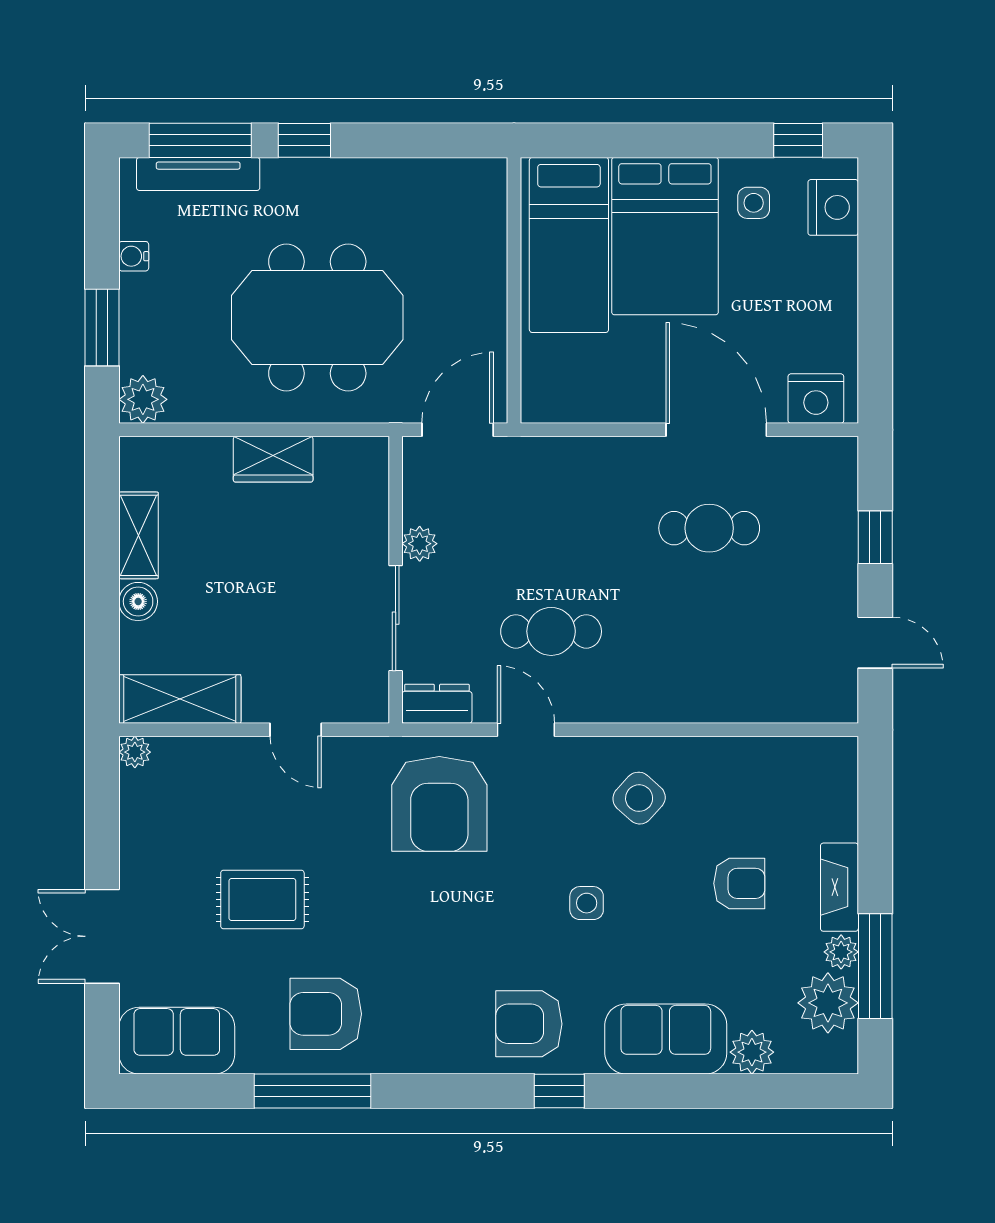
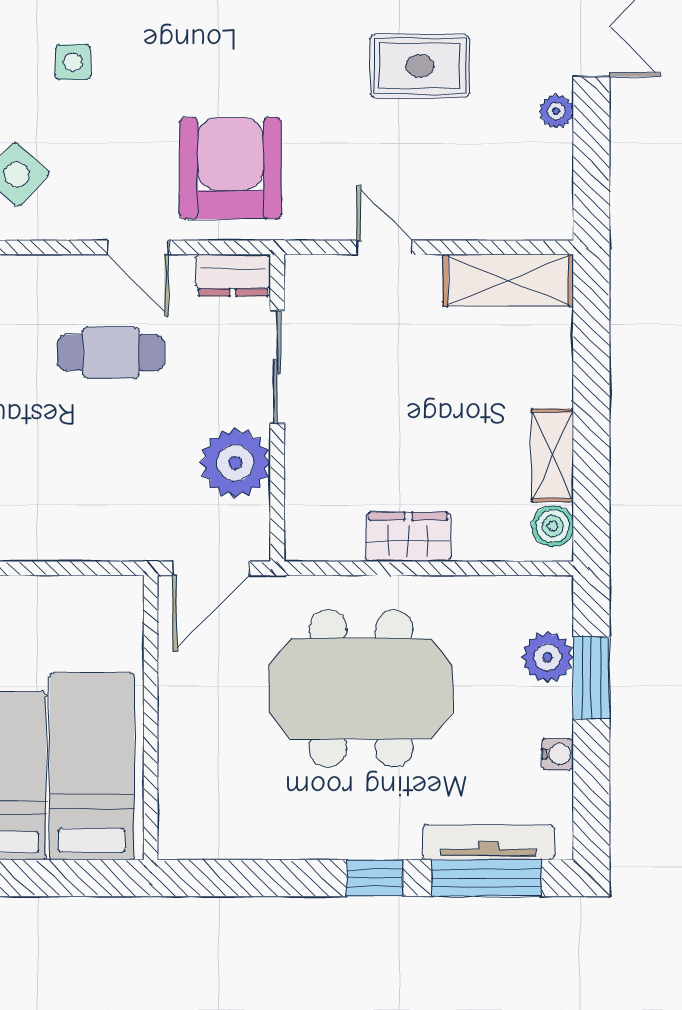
plant: (143, 399) -> (548, 657), moved
plant: (420, 544) -> (235, 463), width x1.88, depth x1.88
boiler: (138, 601) -> (553, 526), moved
plant: (135, 752) -> (556, 111), moved

